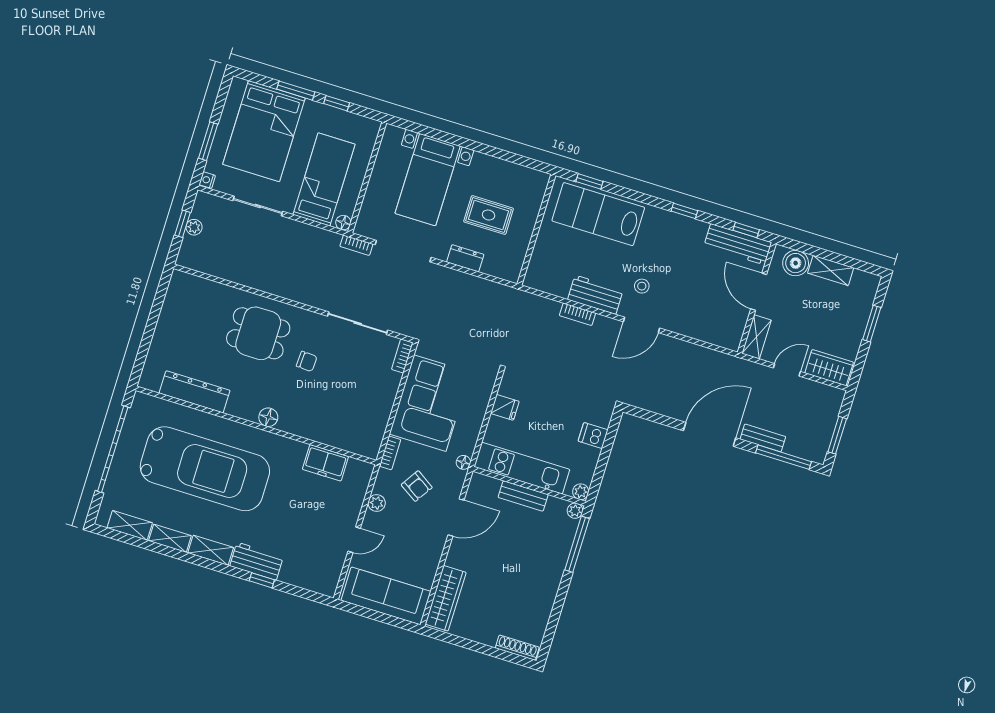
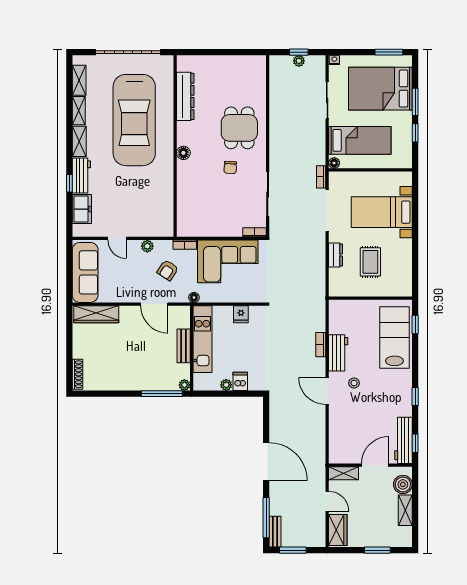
window: (208, 141) -> (389, 52), moved
bench: (763, 438) -> (275, 532), moved
freezer: (325, 463) -> (82, 209), moved, turned 180
plant: (581, 492) -> (226, 385), moved

